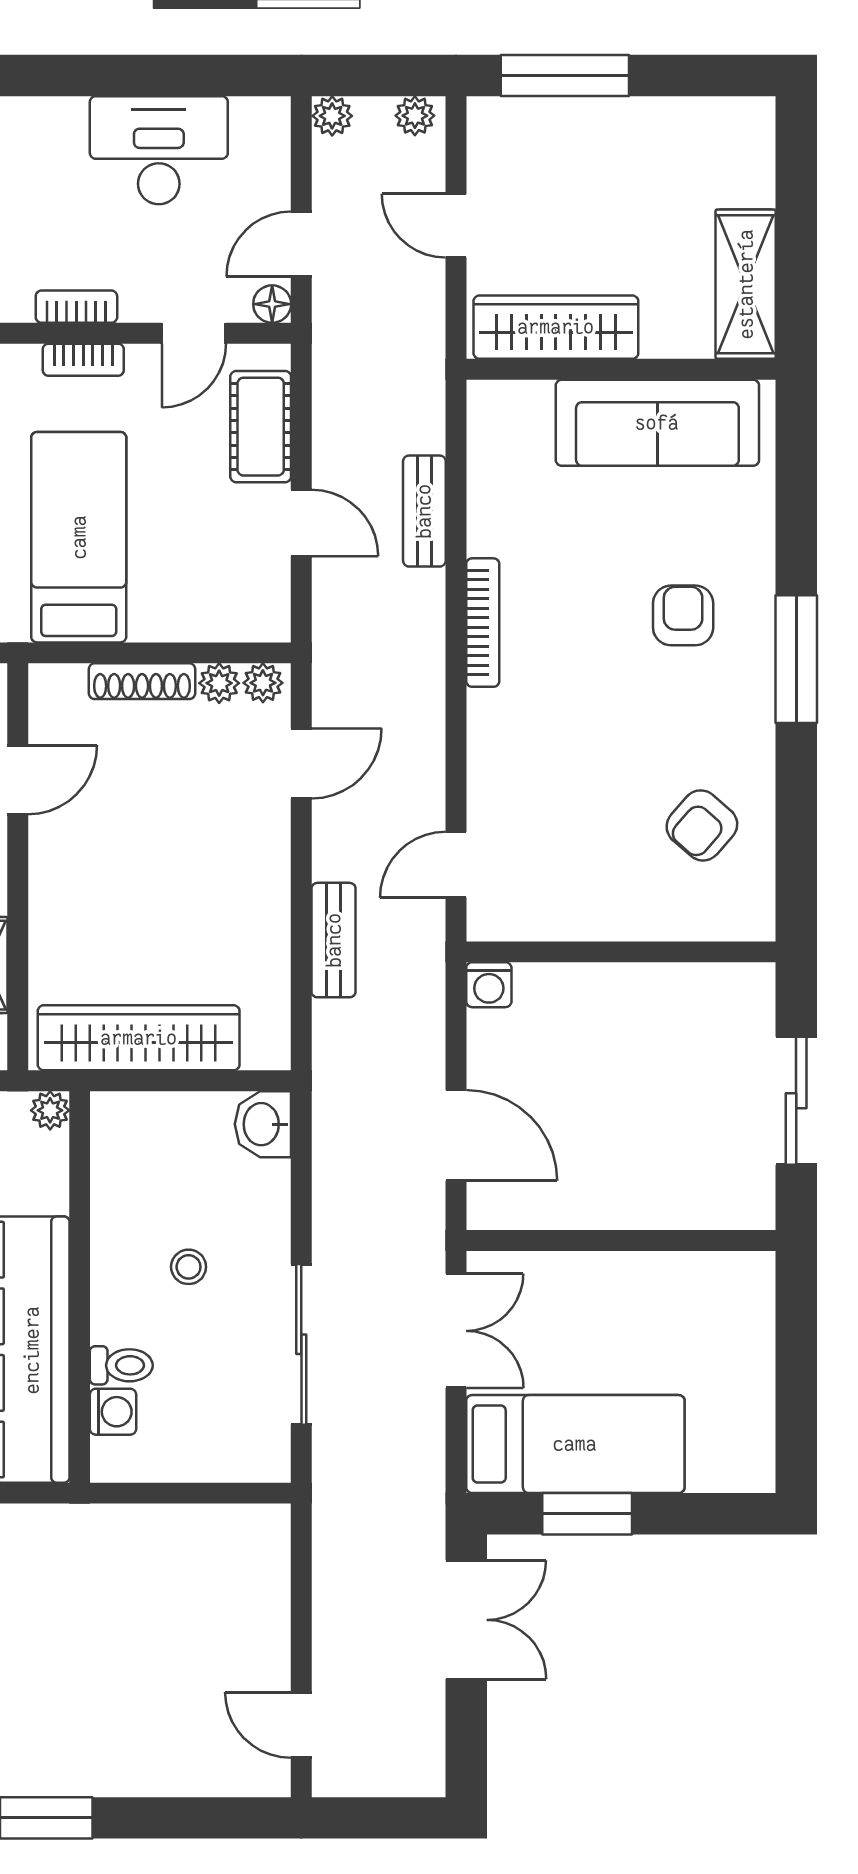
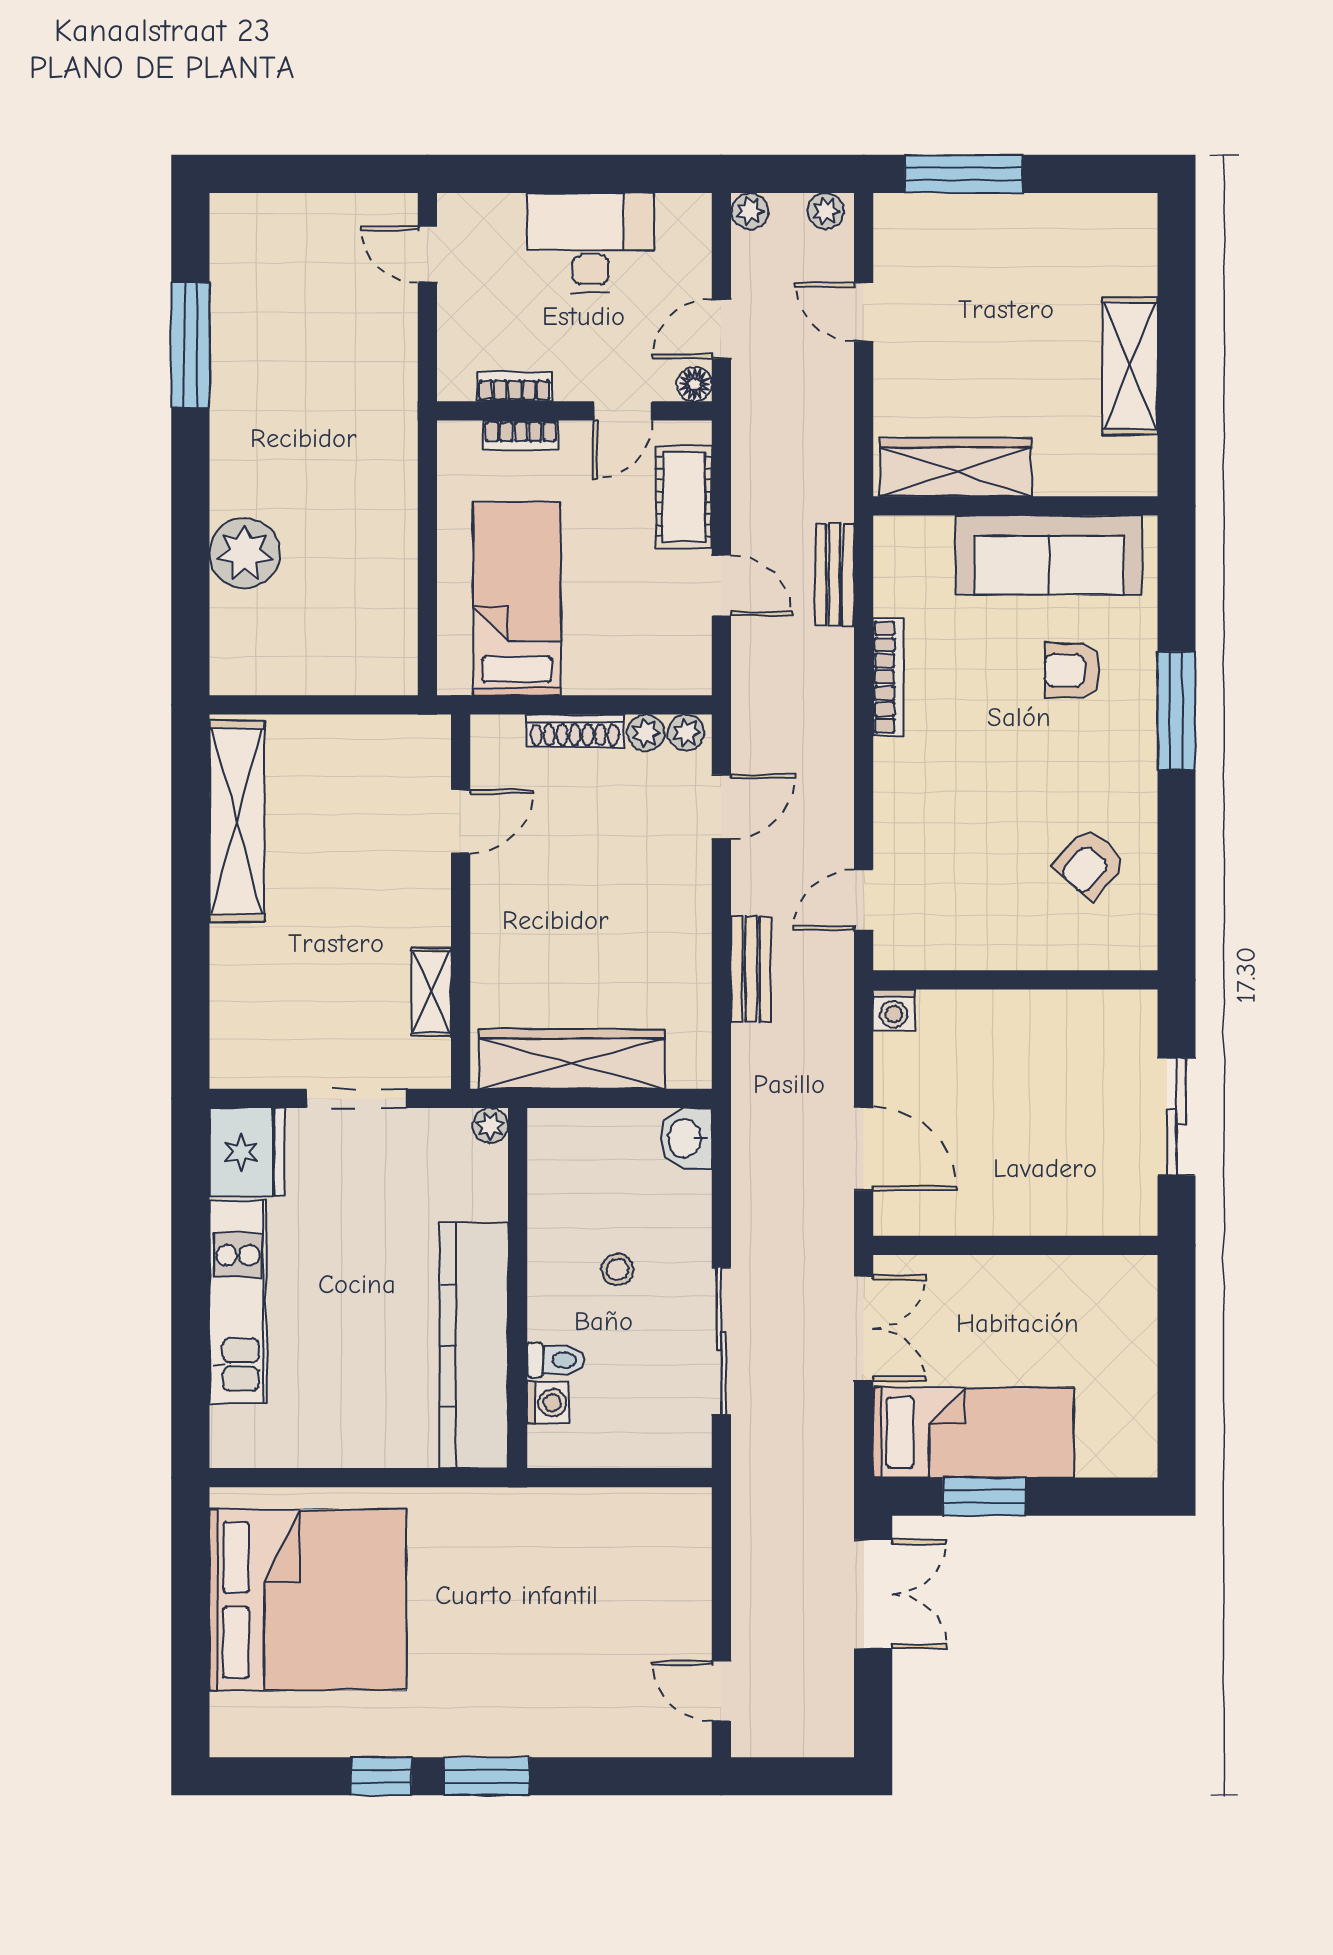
wardrobe: (556, 327) -> (956, 467), moved
wall: (621, 369) -> (1015, 506), moved
sofa: (657, 423) -> (1049, 555), moved
armchair: (683, 615) -> (1072, 671), turned -90

